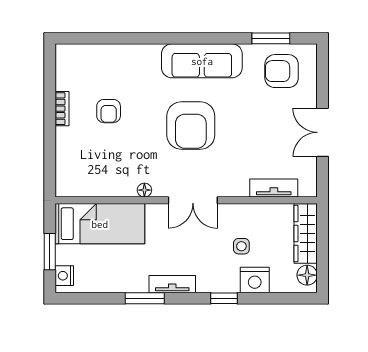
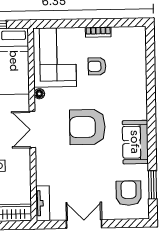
sofa: (202, 61) -> (135, 142), width x0.73
corner sofa: (95, 168) -> (55, 57), added
tv unit: (274, 188) -> (43, 203), moved

